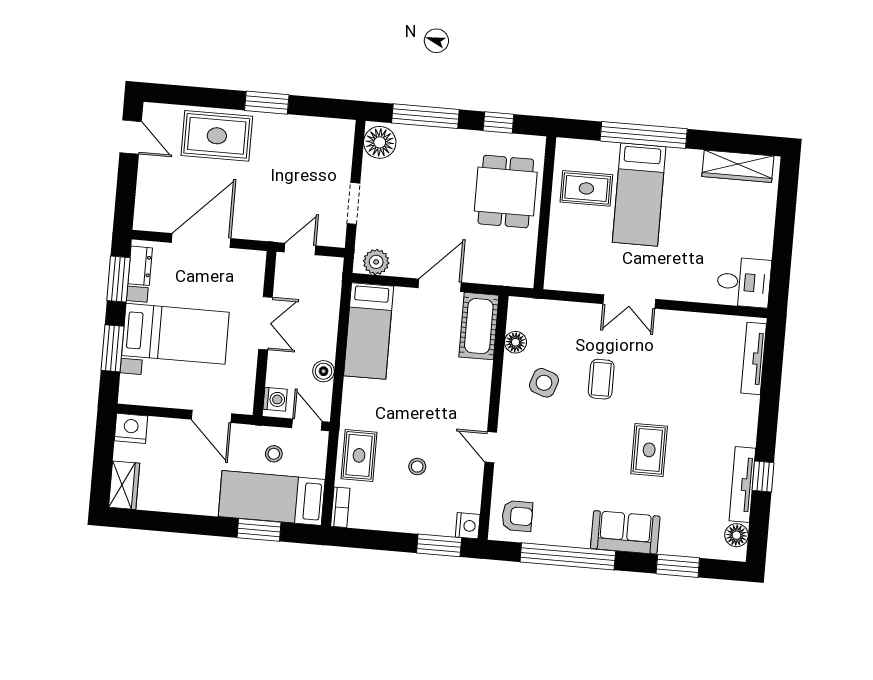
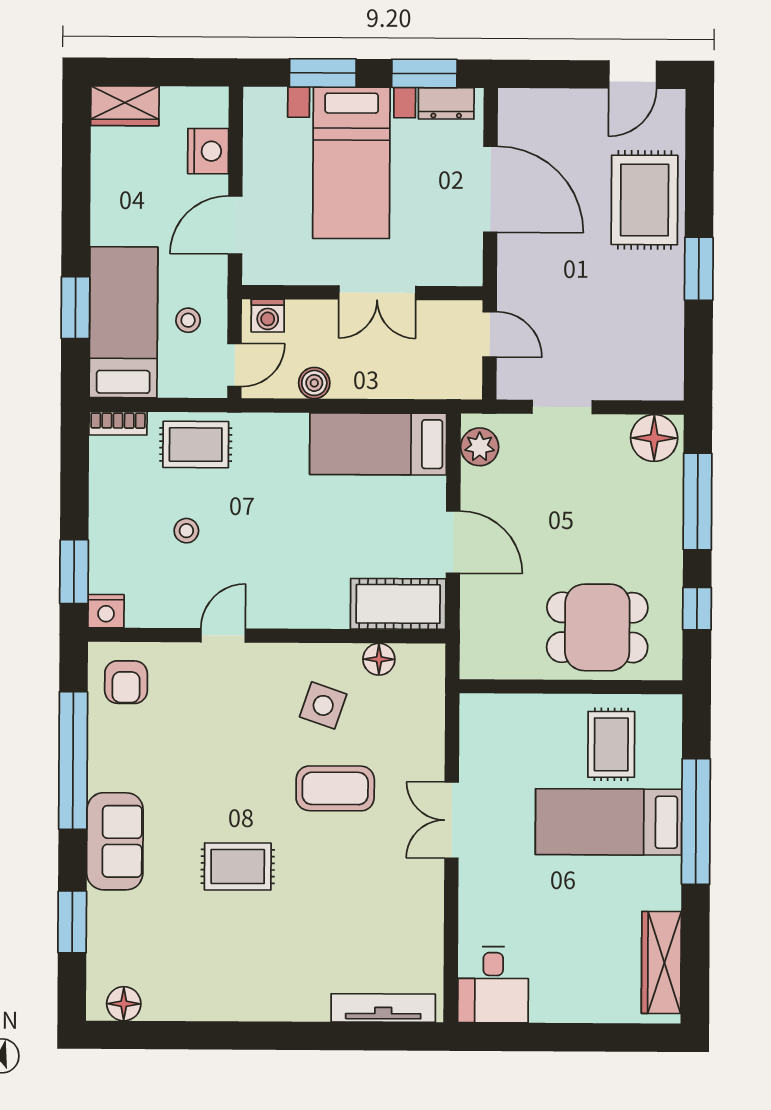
coffee table: (601, 379) -> (335, 788), width x1.36, depth x1.30
nightstand: (131, 428) -> (208, 151), moved
window: (763, 476) -> (212, 1035), removed
tv unit: (742, 484) -> (198, 1006), removed

